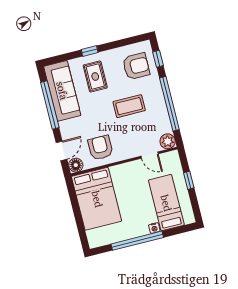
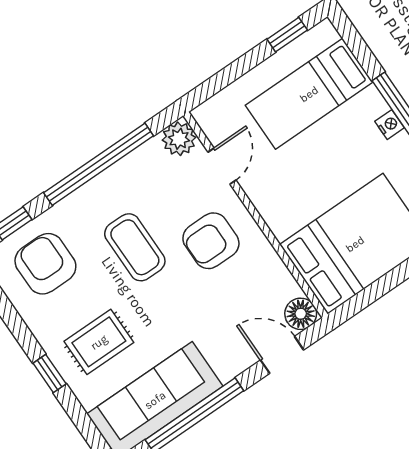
armchair: (100, 148) -> (211, 241), moved
window: (189, 180) -> (287, 35), moved
nightstand: (154, 228) -> (390, 125), moved

